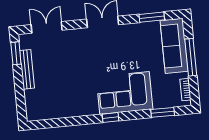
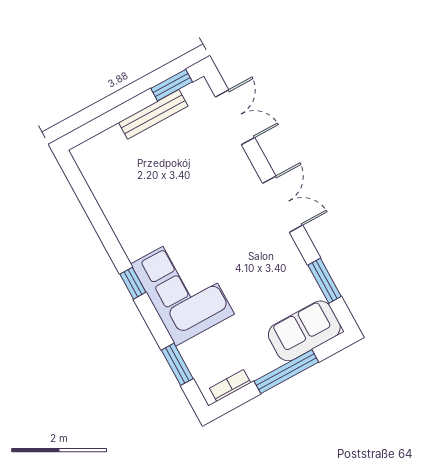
sofa: (174, 46) -> (304, 331), width x0.73

